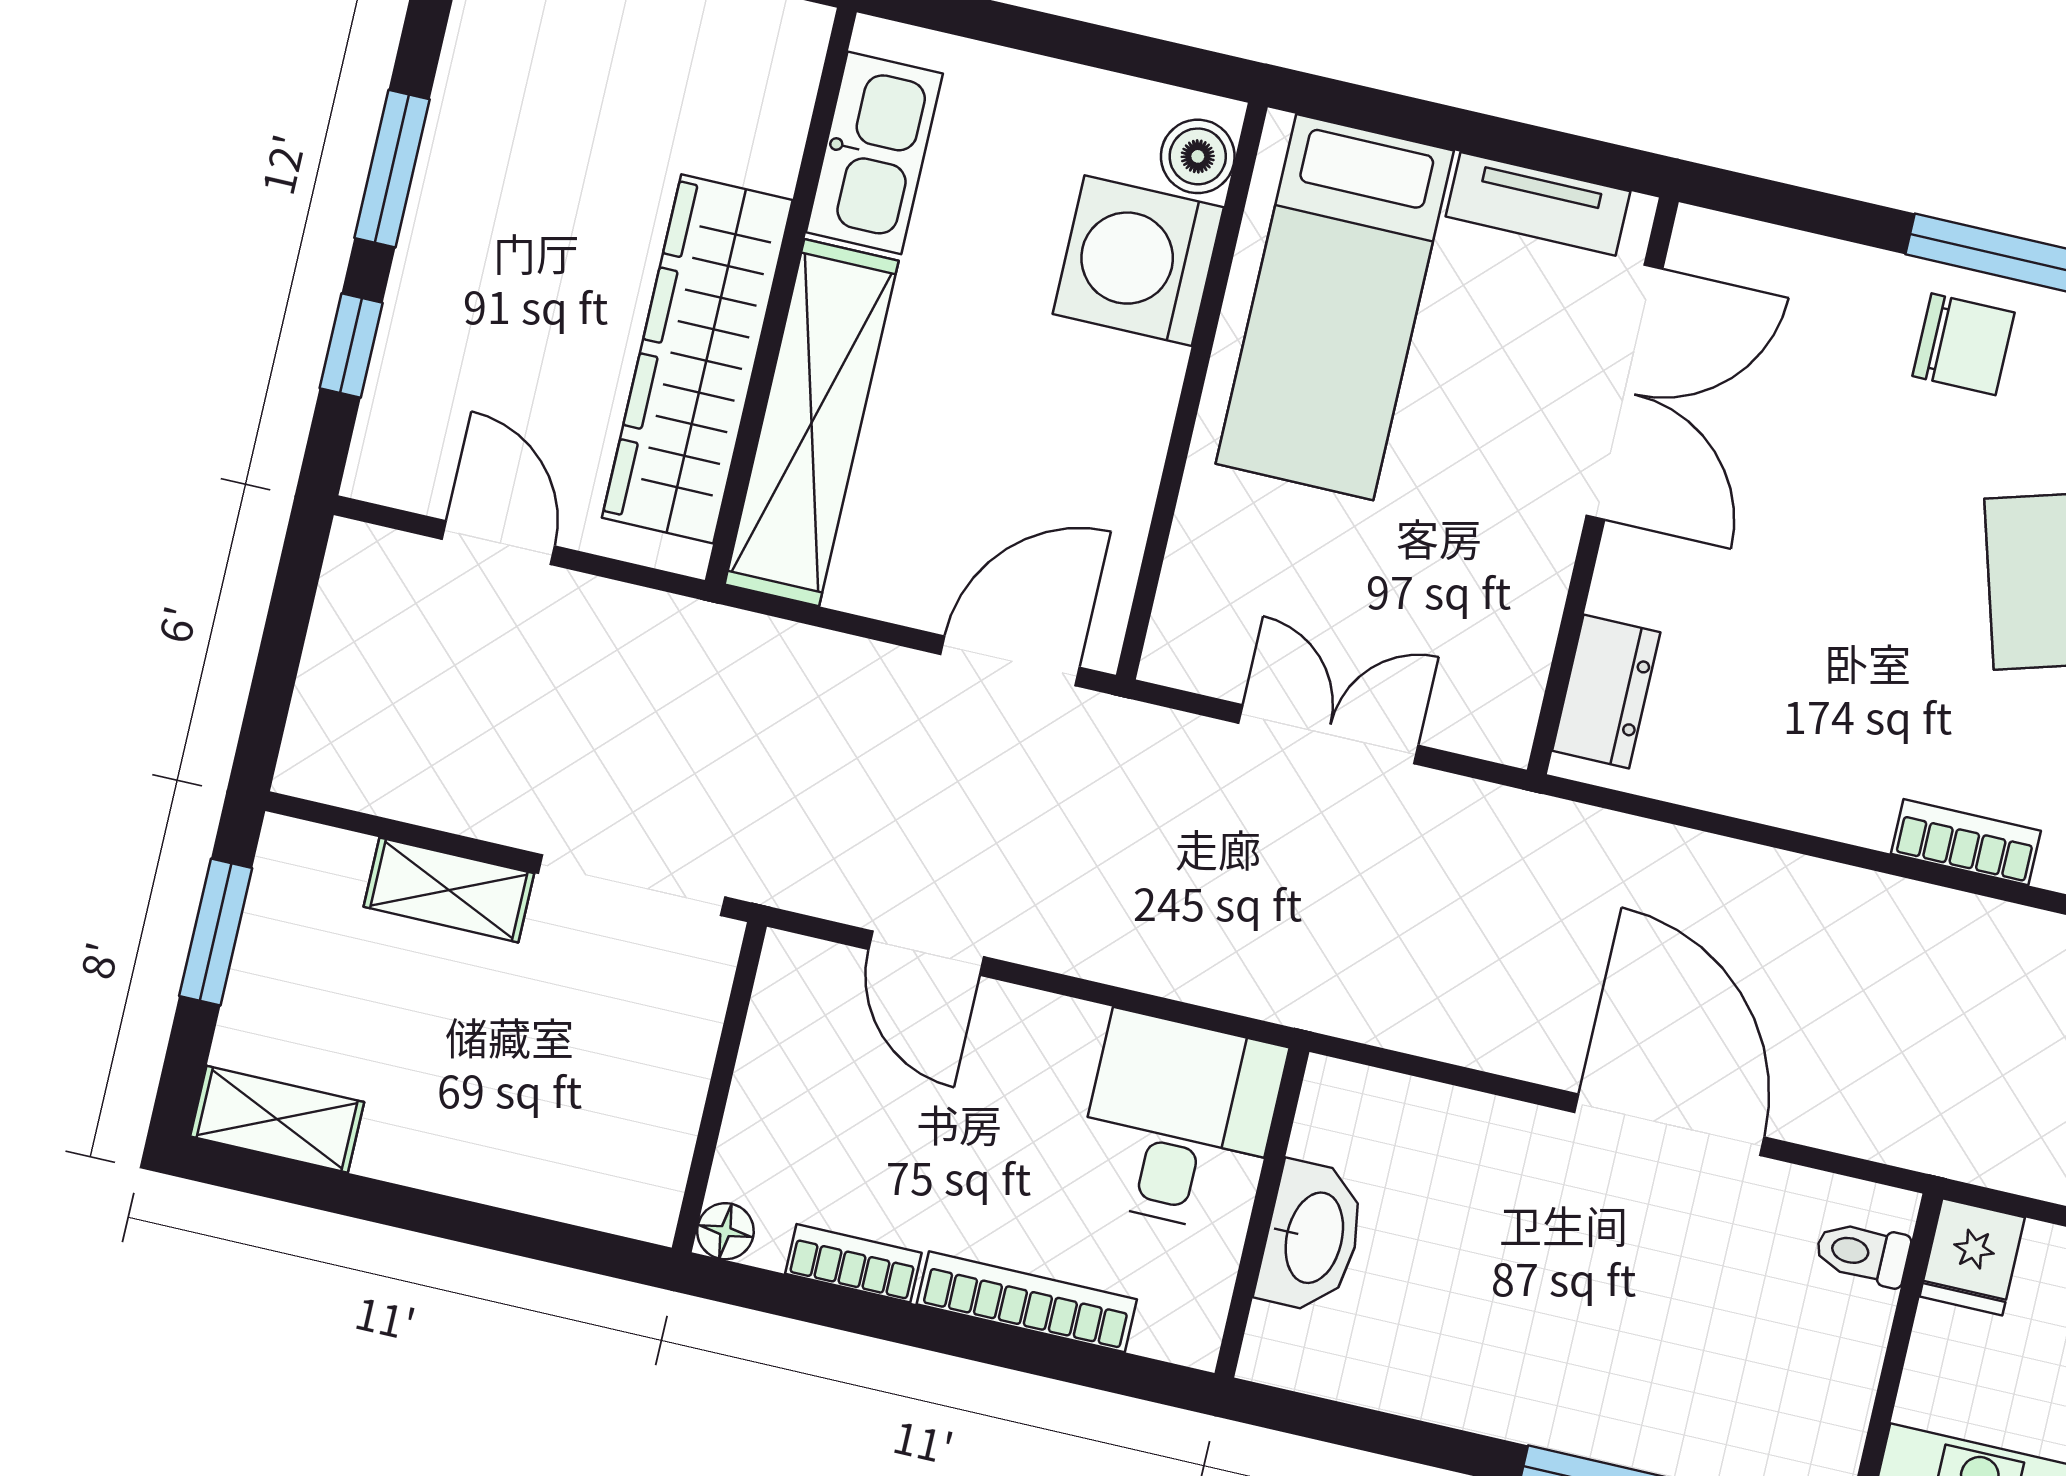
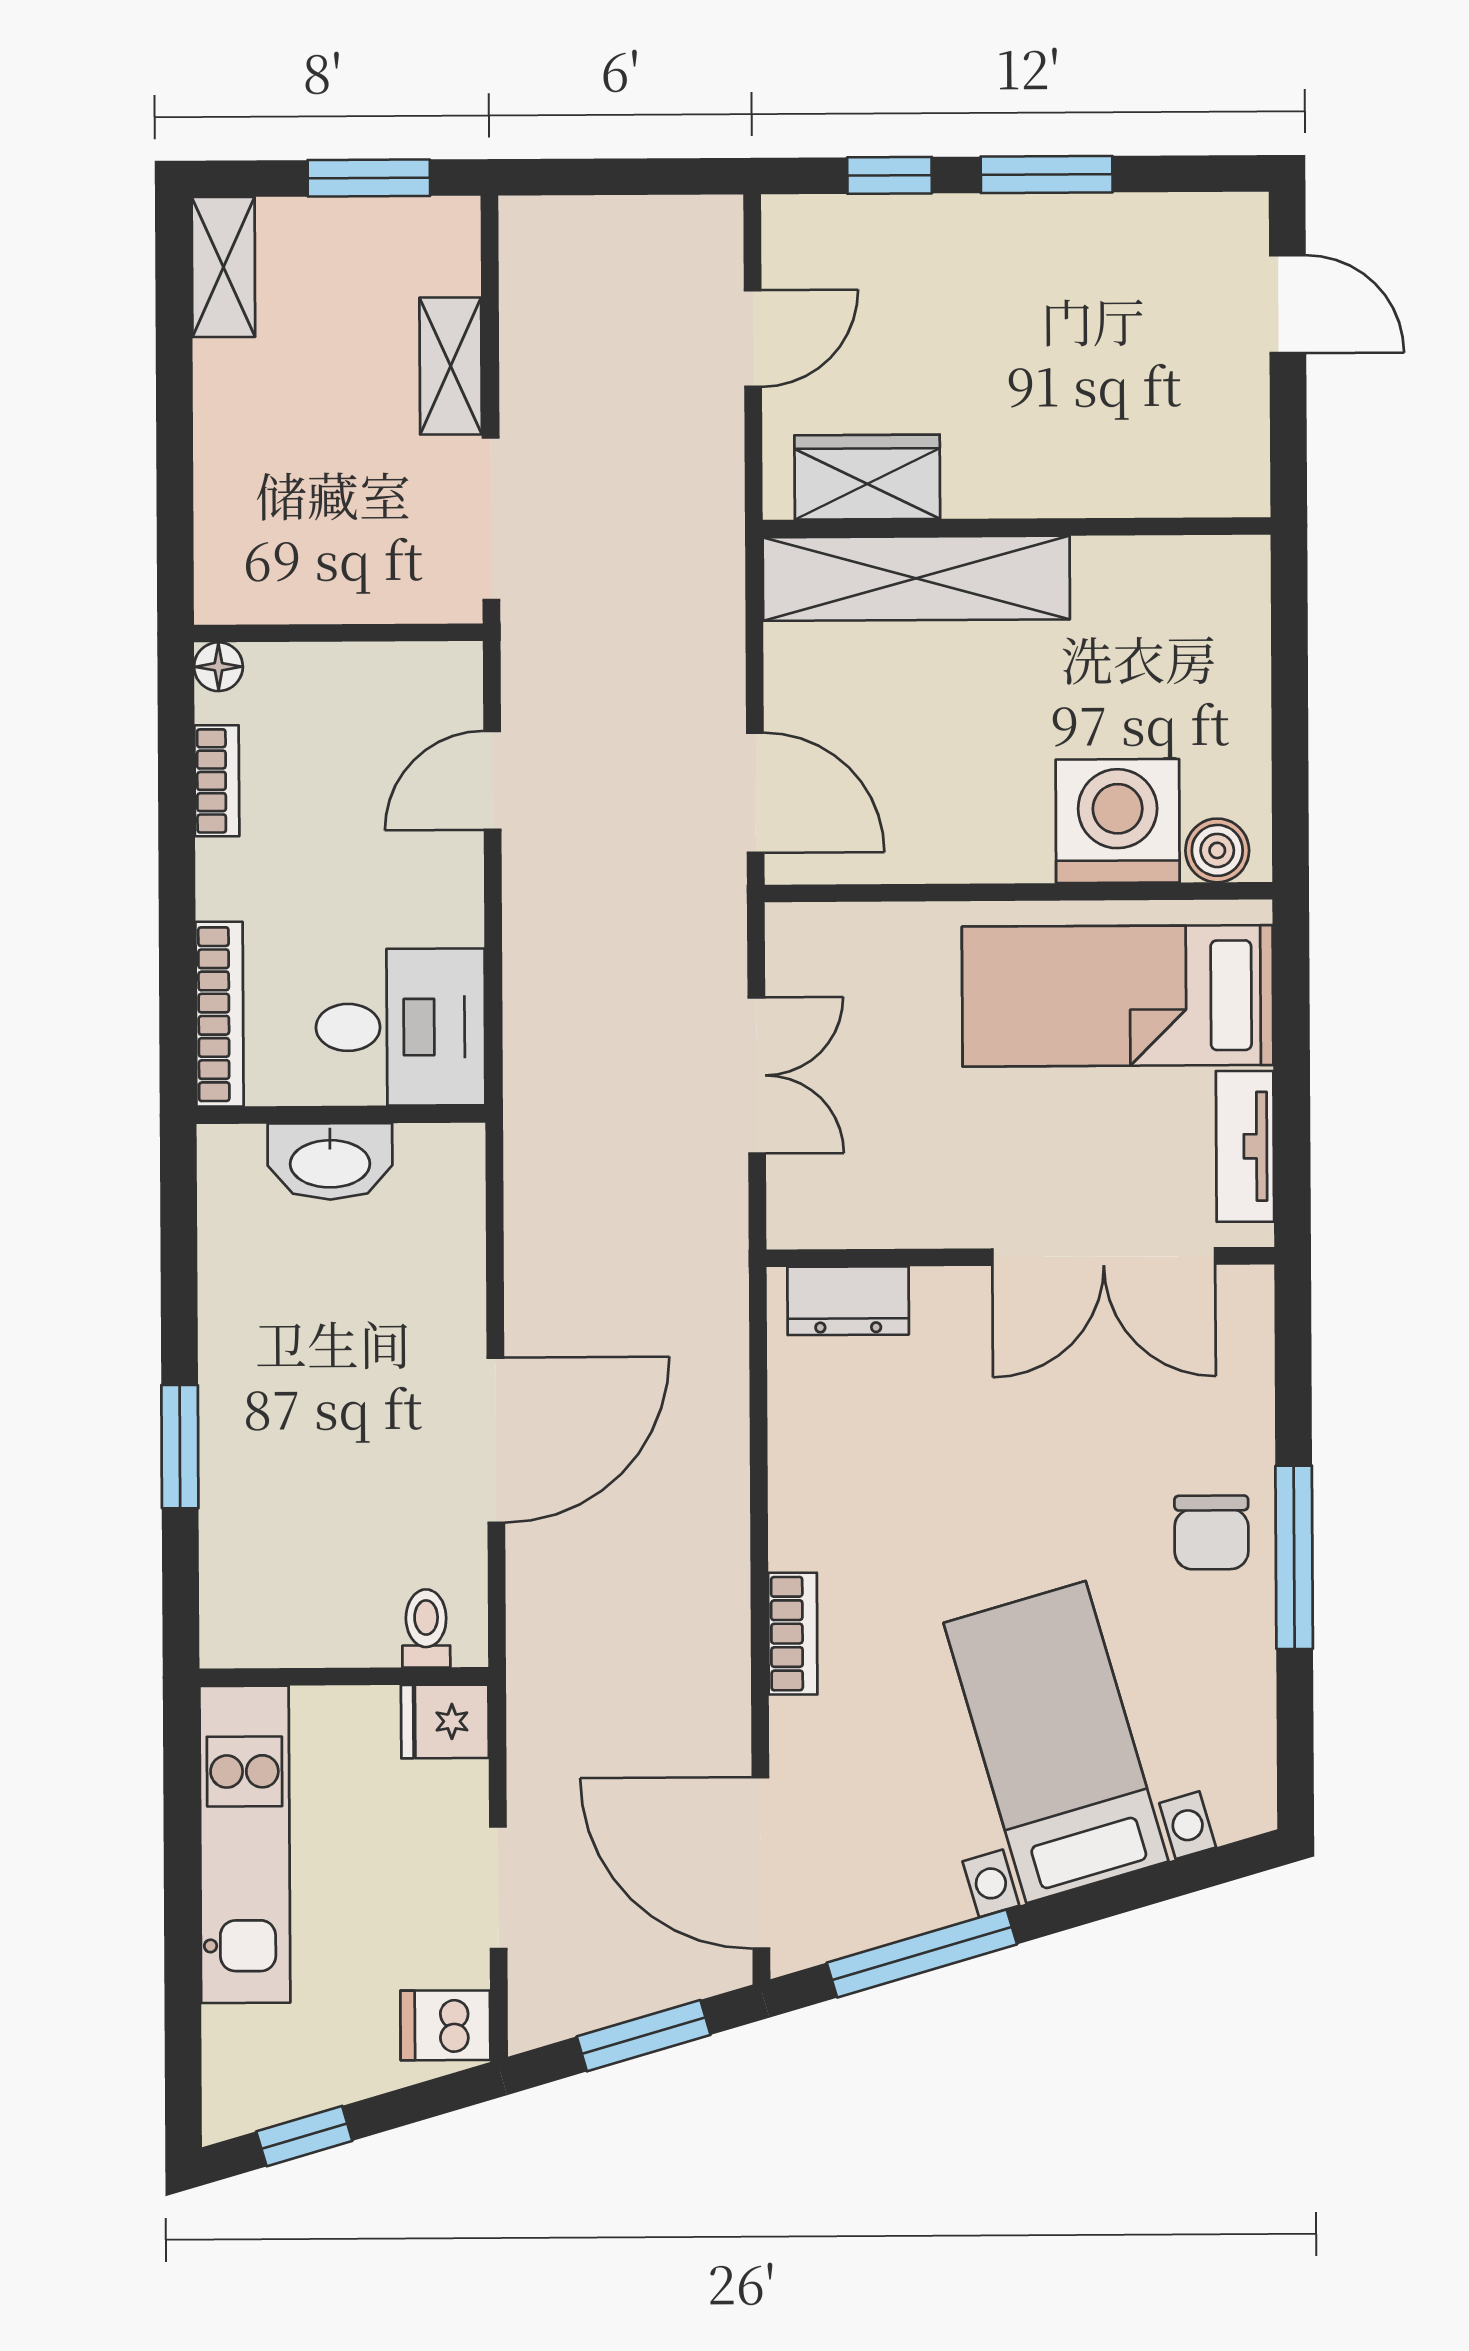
kitchen sink: (874, 153) -> (1156, 578), removed
wardrobe: (697, 359) -> (867, 477), width x0.48, depth x0.85
bookcase: (1027, 1302) -> (219, 1014), moved

